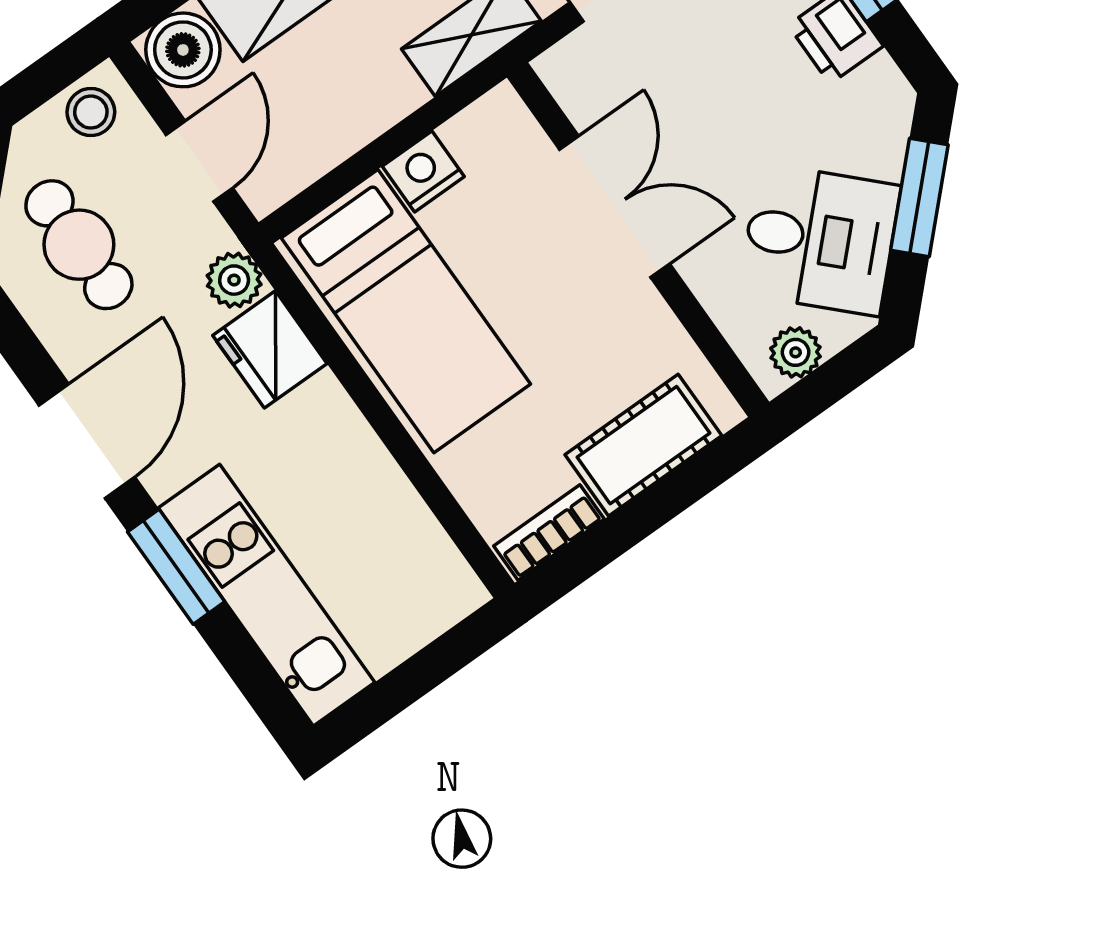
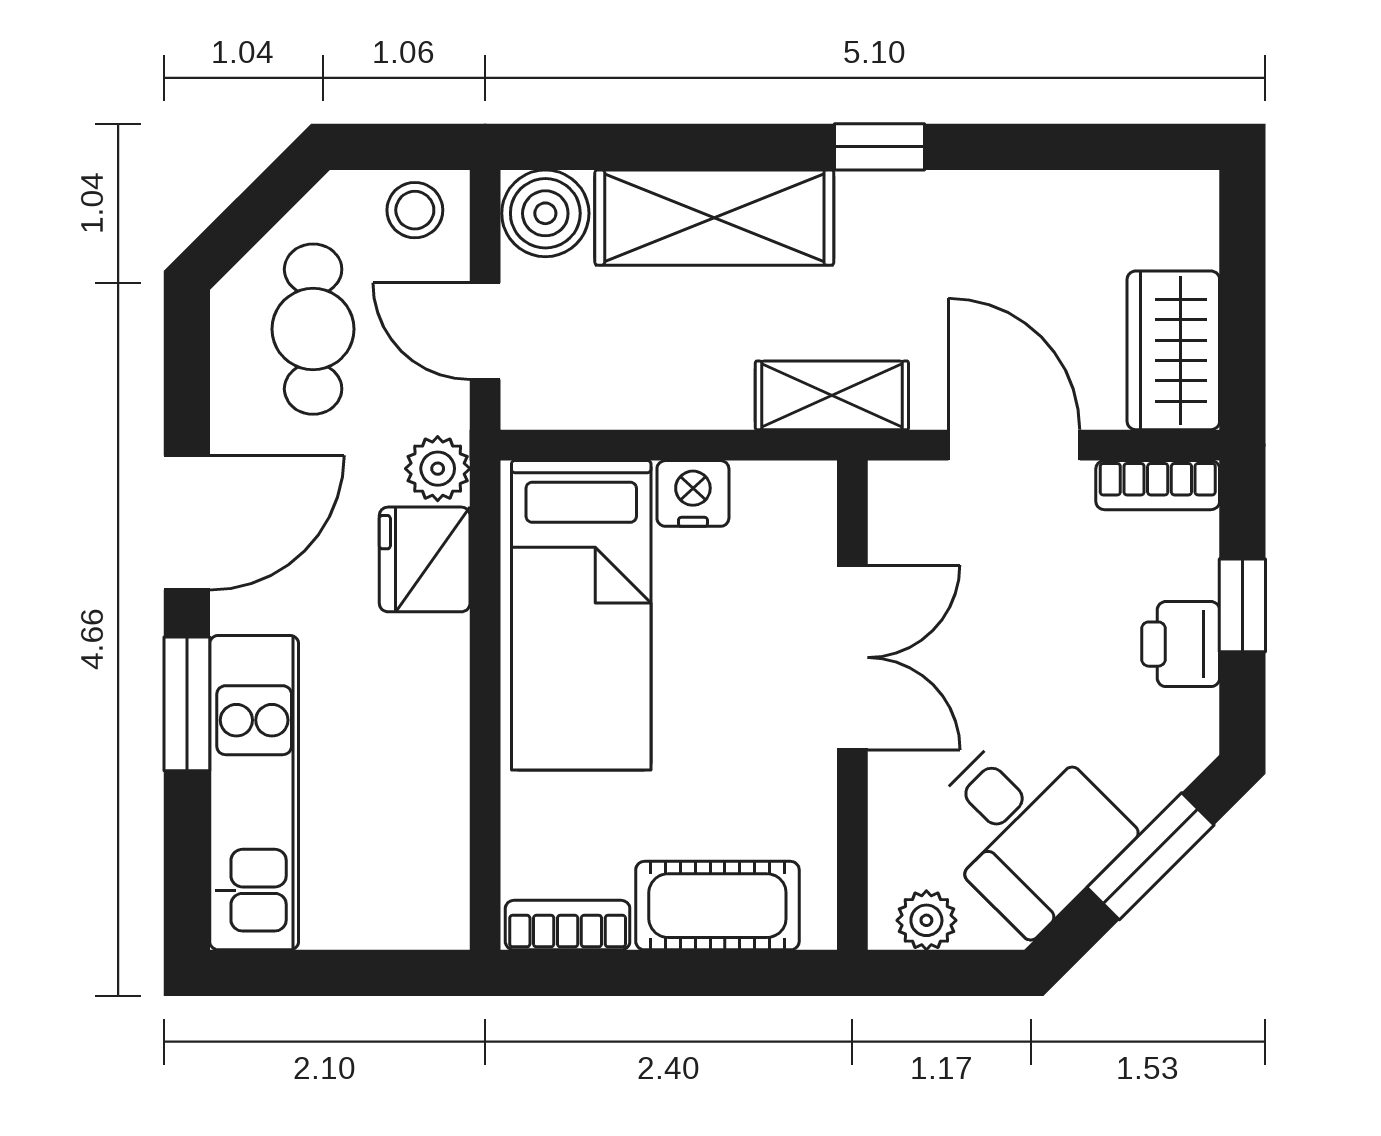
door: (199, 161) -> (485, 331), swing flipped

